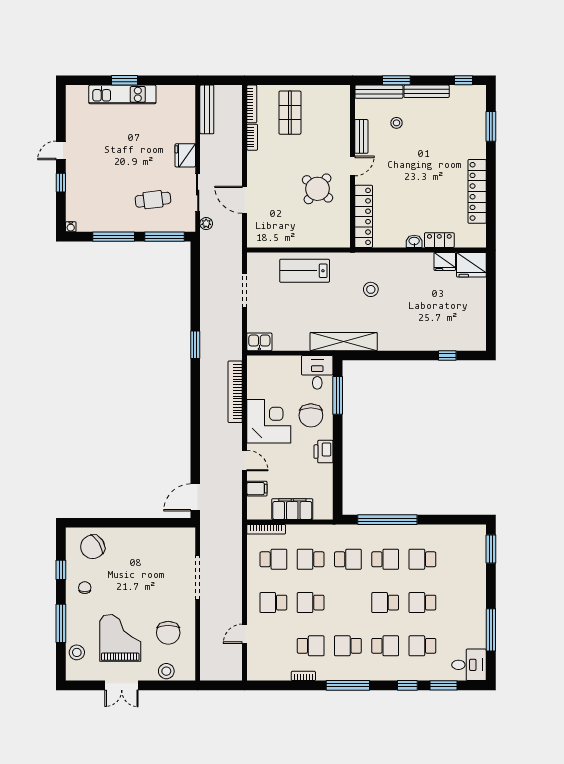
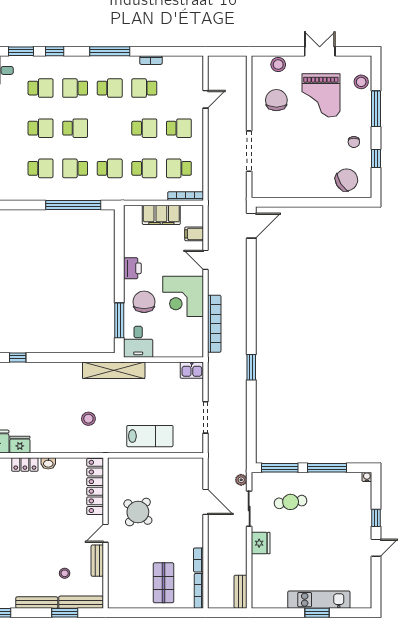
bench: (207, 109) -> (241, 592), width x0.73
school desk: (348, 559) -> (110, 168), turned 180

